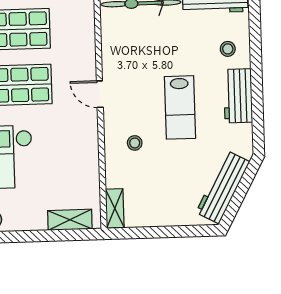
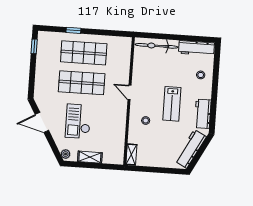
workbench: (238, 96) -> (203, 114), moved
shelving: (70, 220) -> (90, 157), moved

